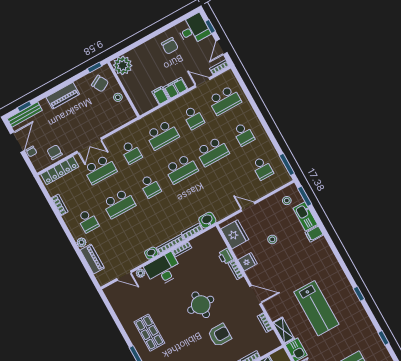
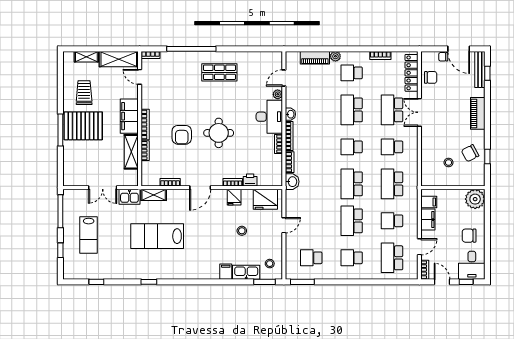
plant: (123, 65) -> (475, 199), moved
wall: (123, 89) -> (453, 188), moved

